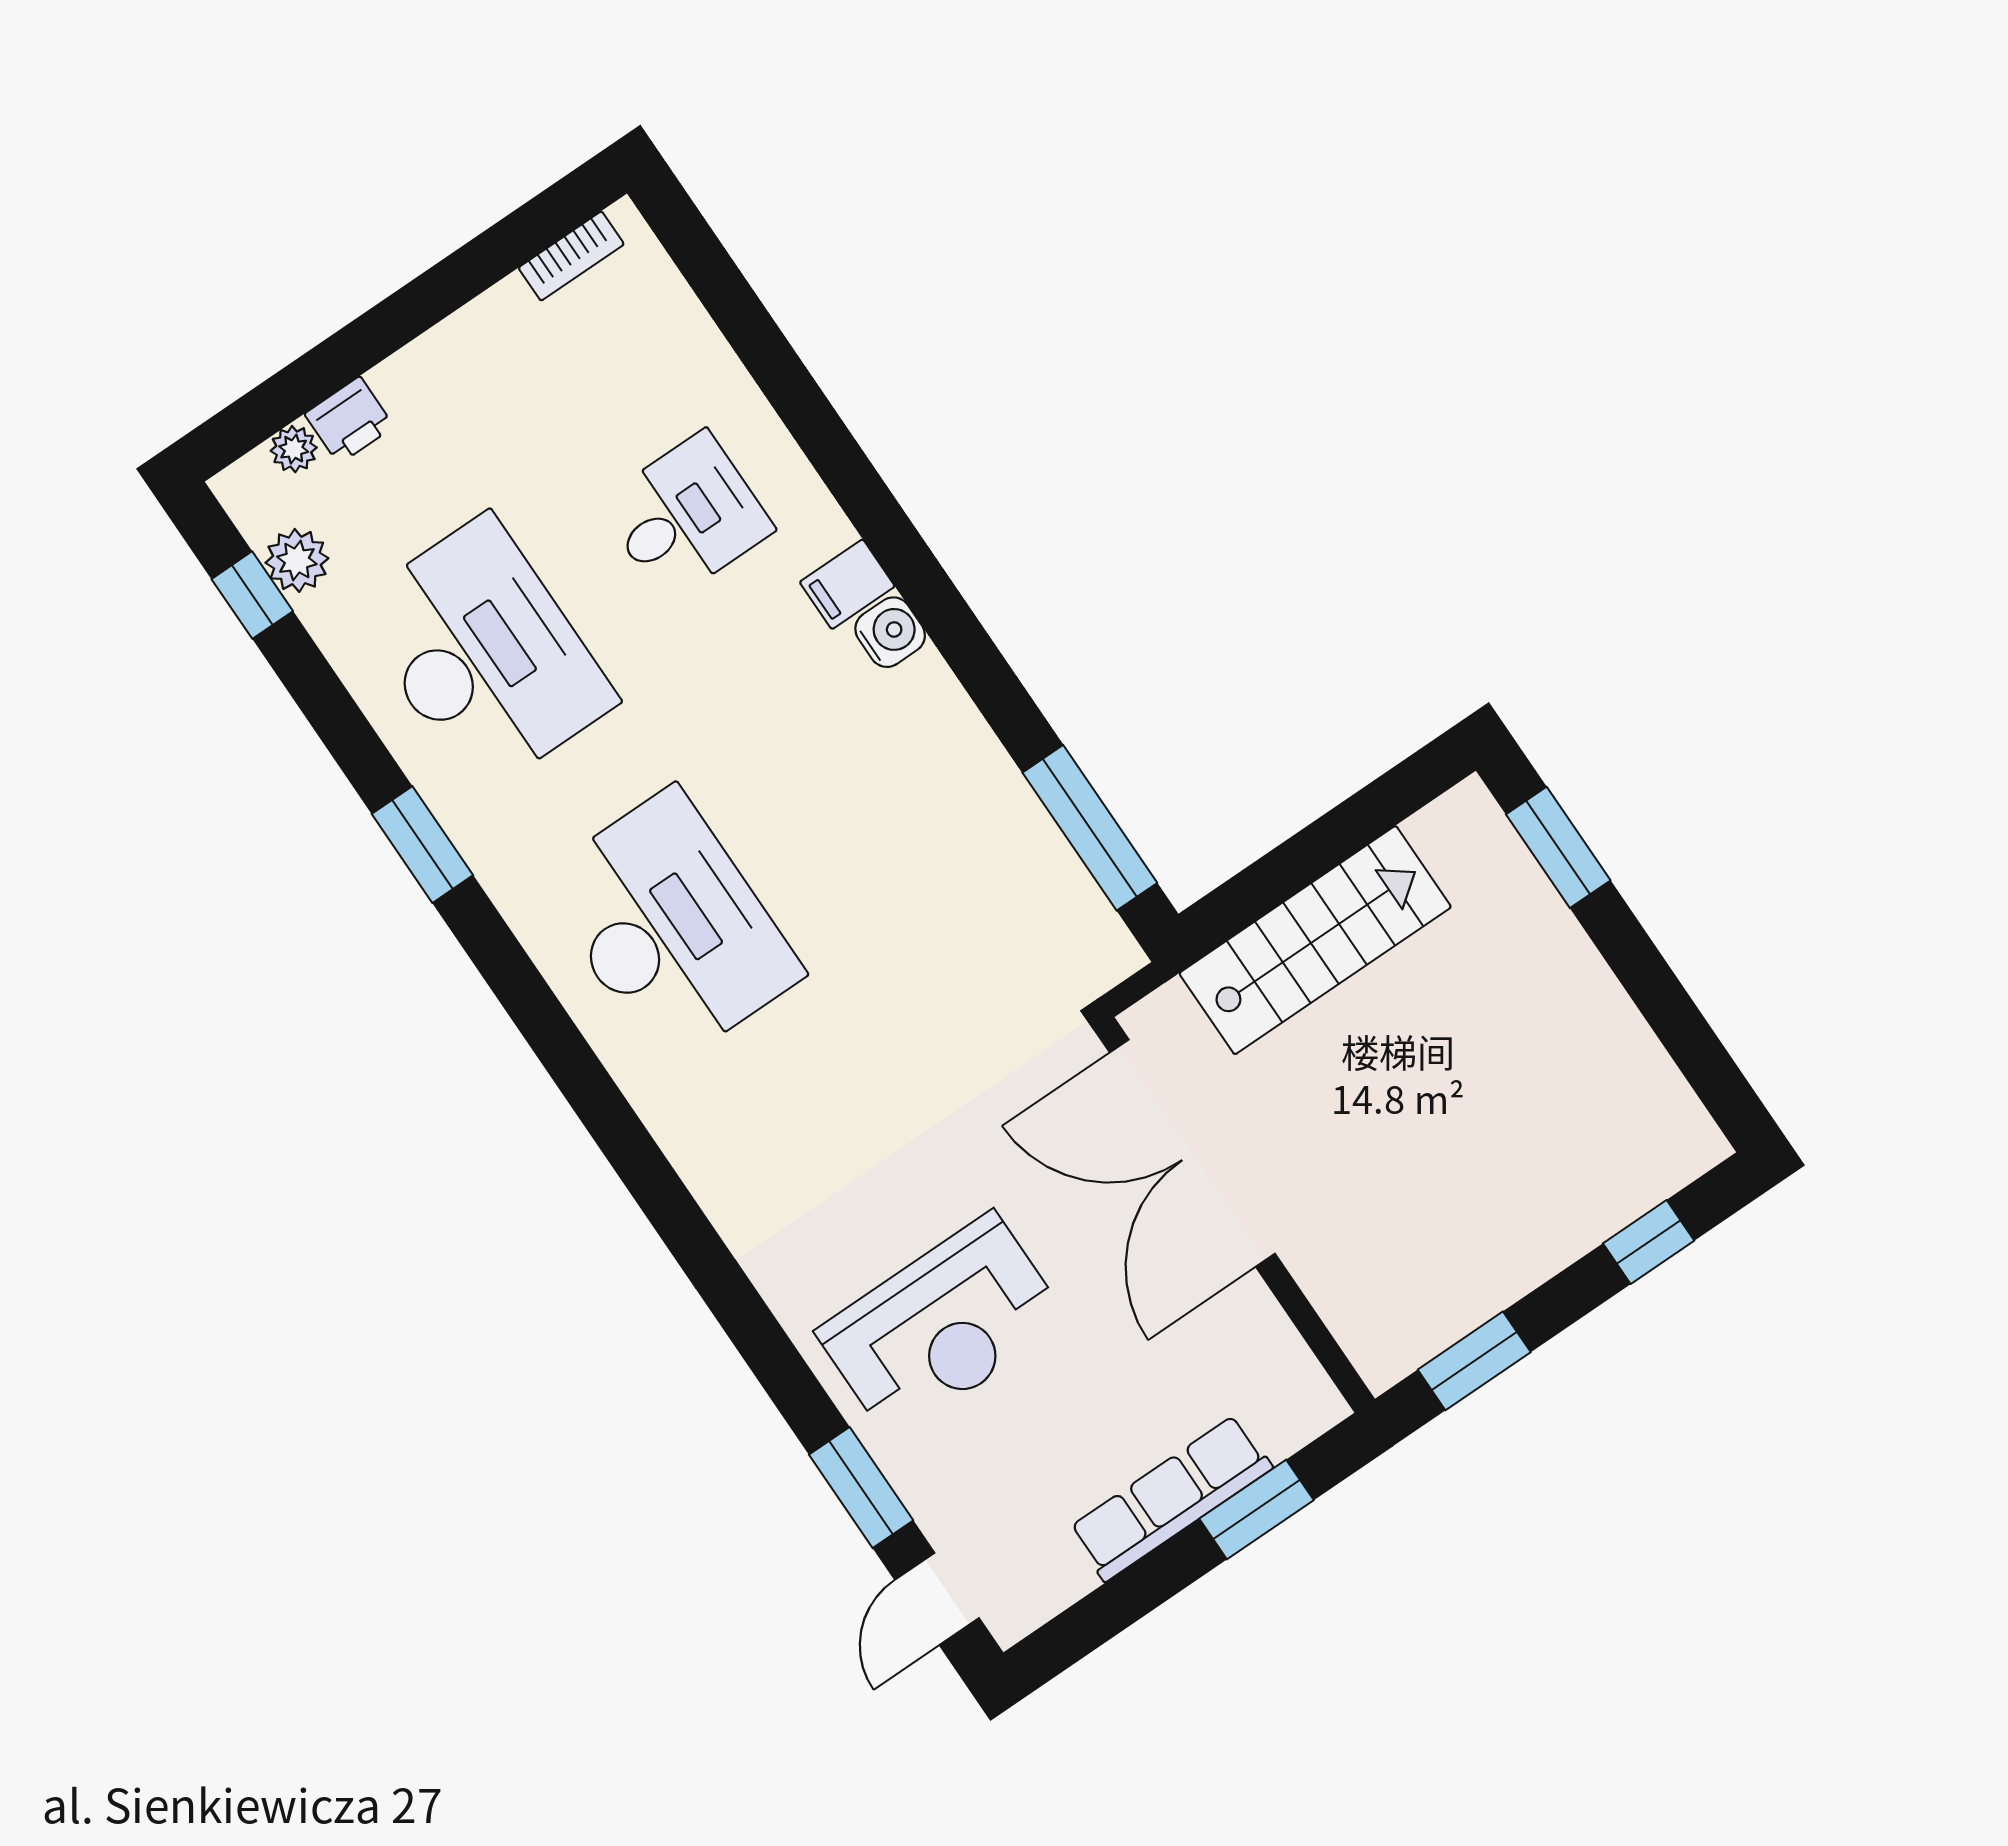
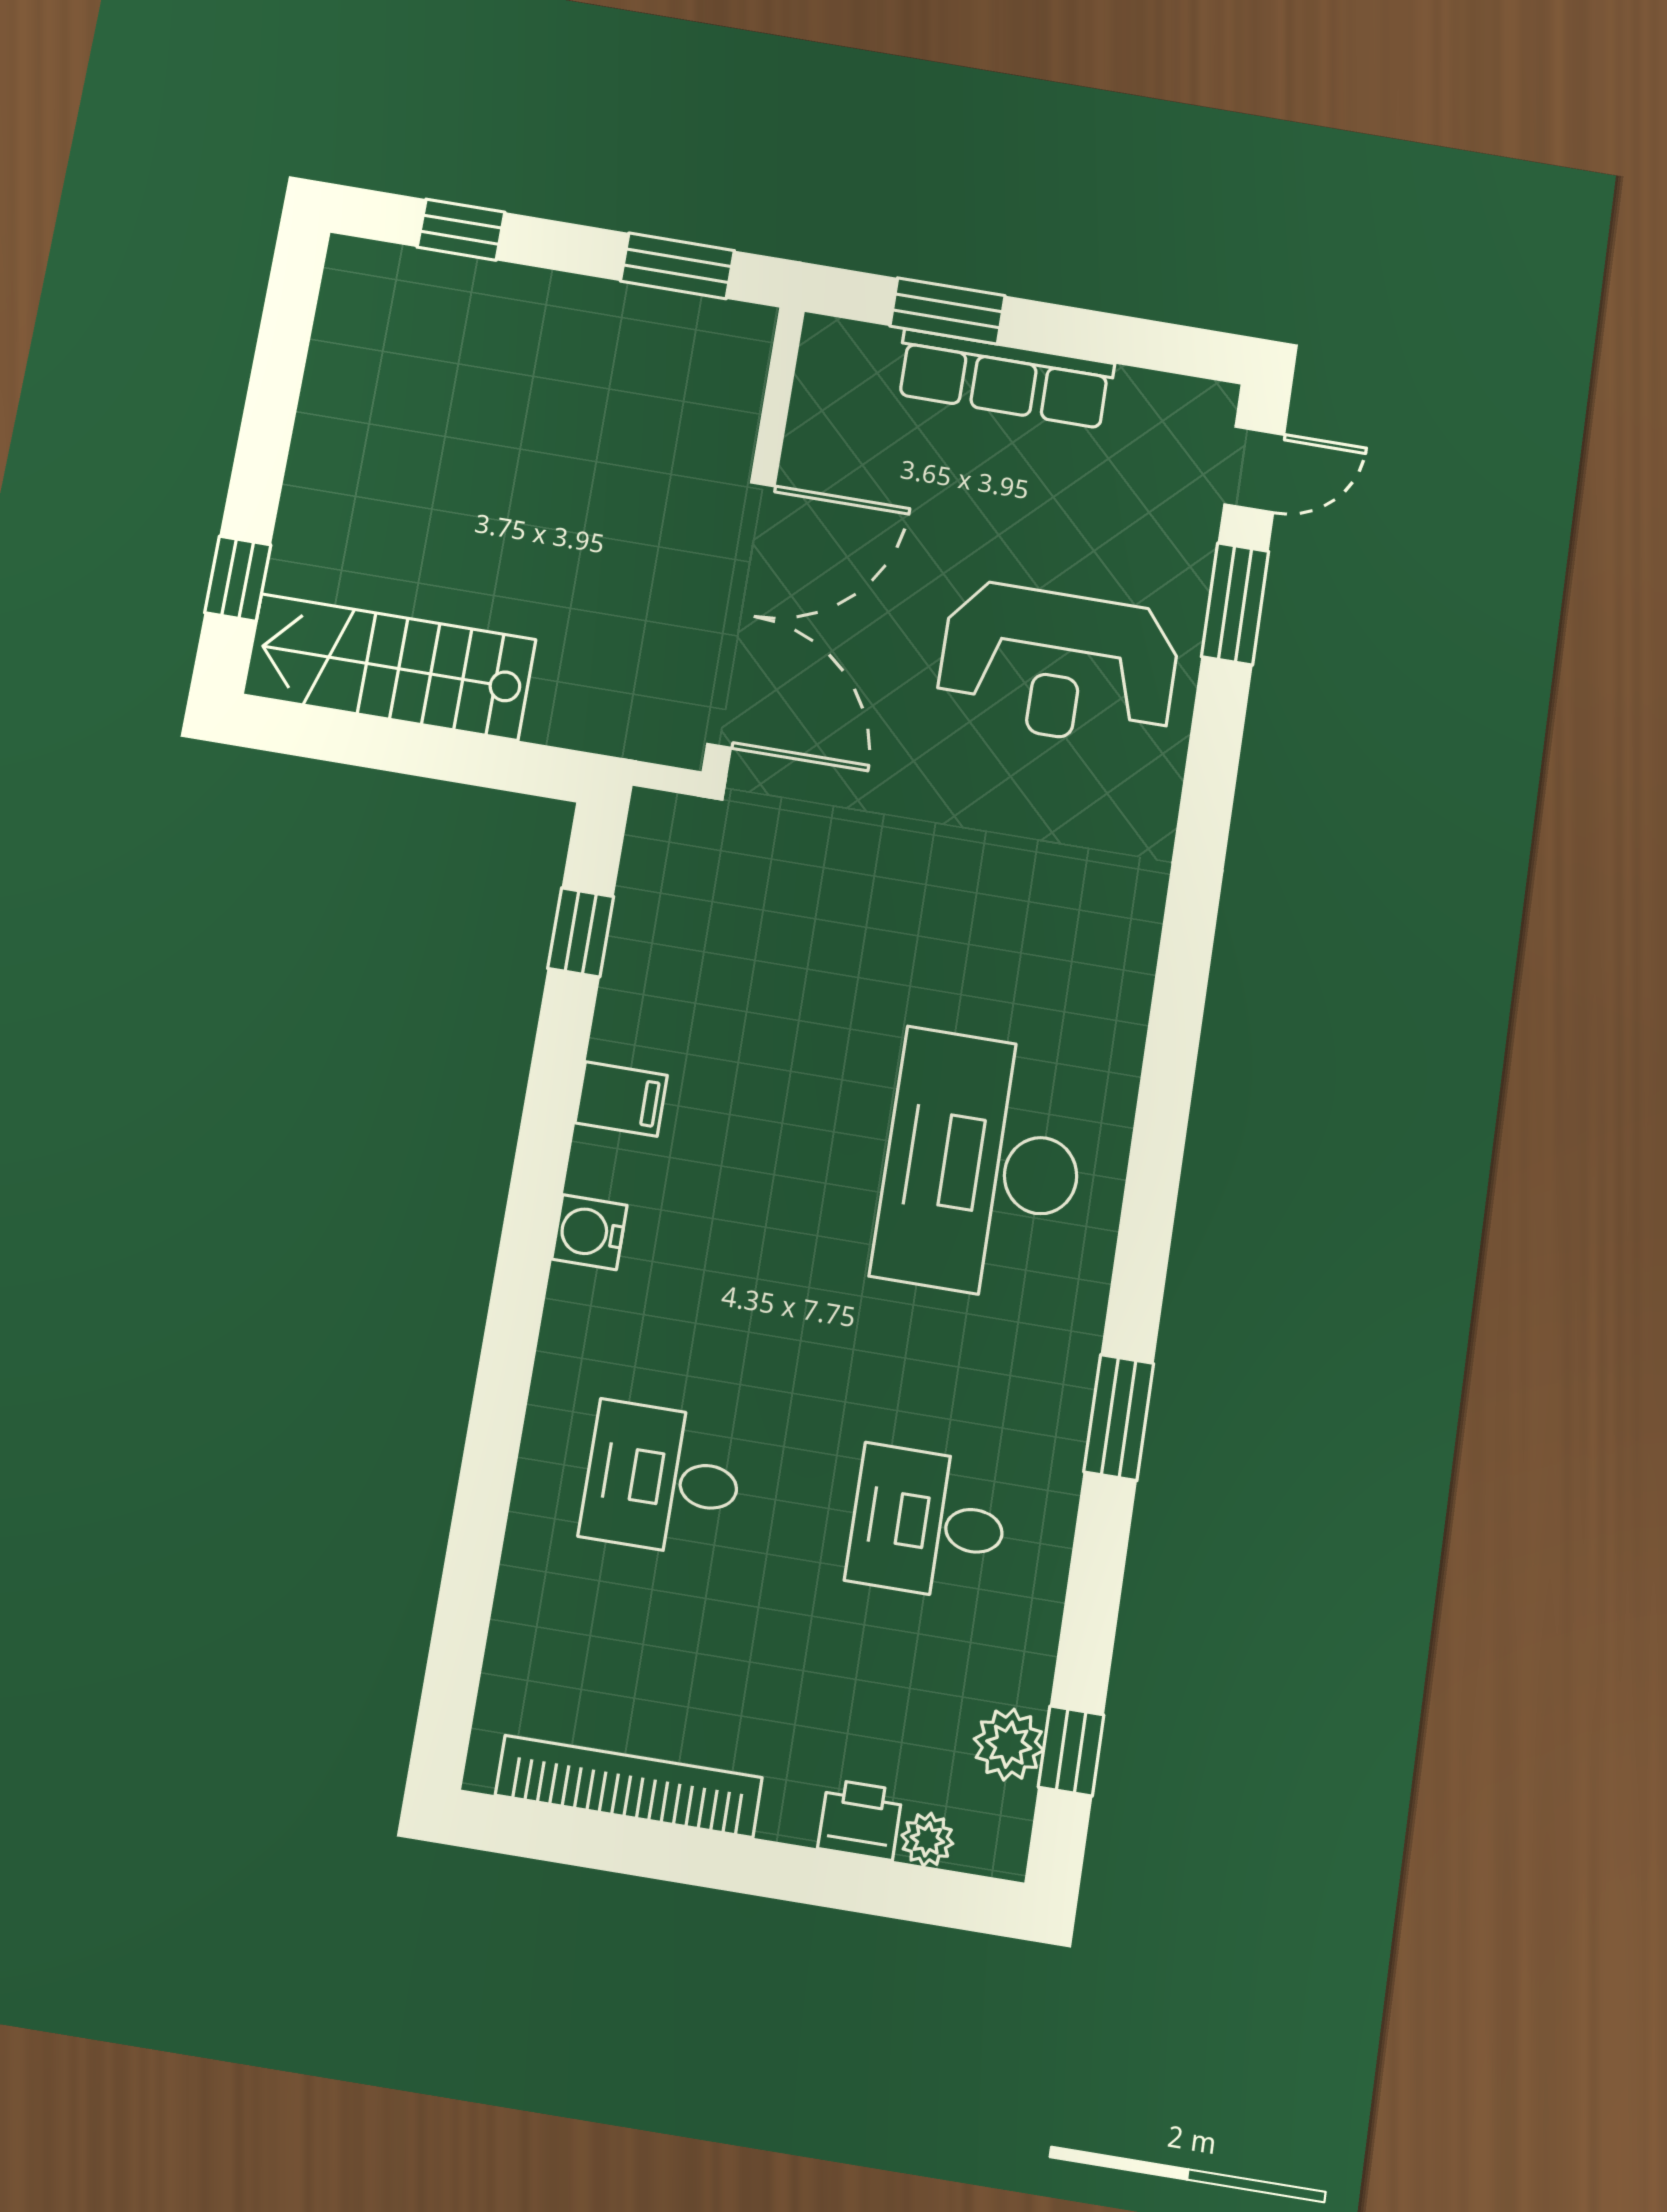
bookcase: (571, 256) -> (629, 1786), width x2.31, depth x1.31
filing cabinet: (847, 584) -> (621, 1099), moved
desk: (484, 654) -> (928, 1523), width x0.53, depth x0.77
window: (1090, 828) -> (581, 932), width x0.46
window: (1558, 847) -> (238, 579), width x0.67
stairs: (1315, 940) -> (389, 667), moved
reception desk: (942, 1326) -> (1058, 665), turned 180

